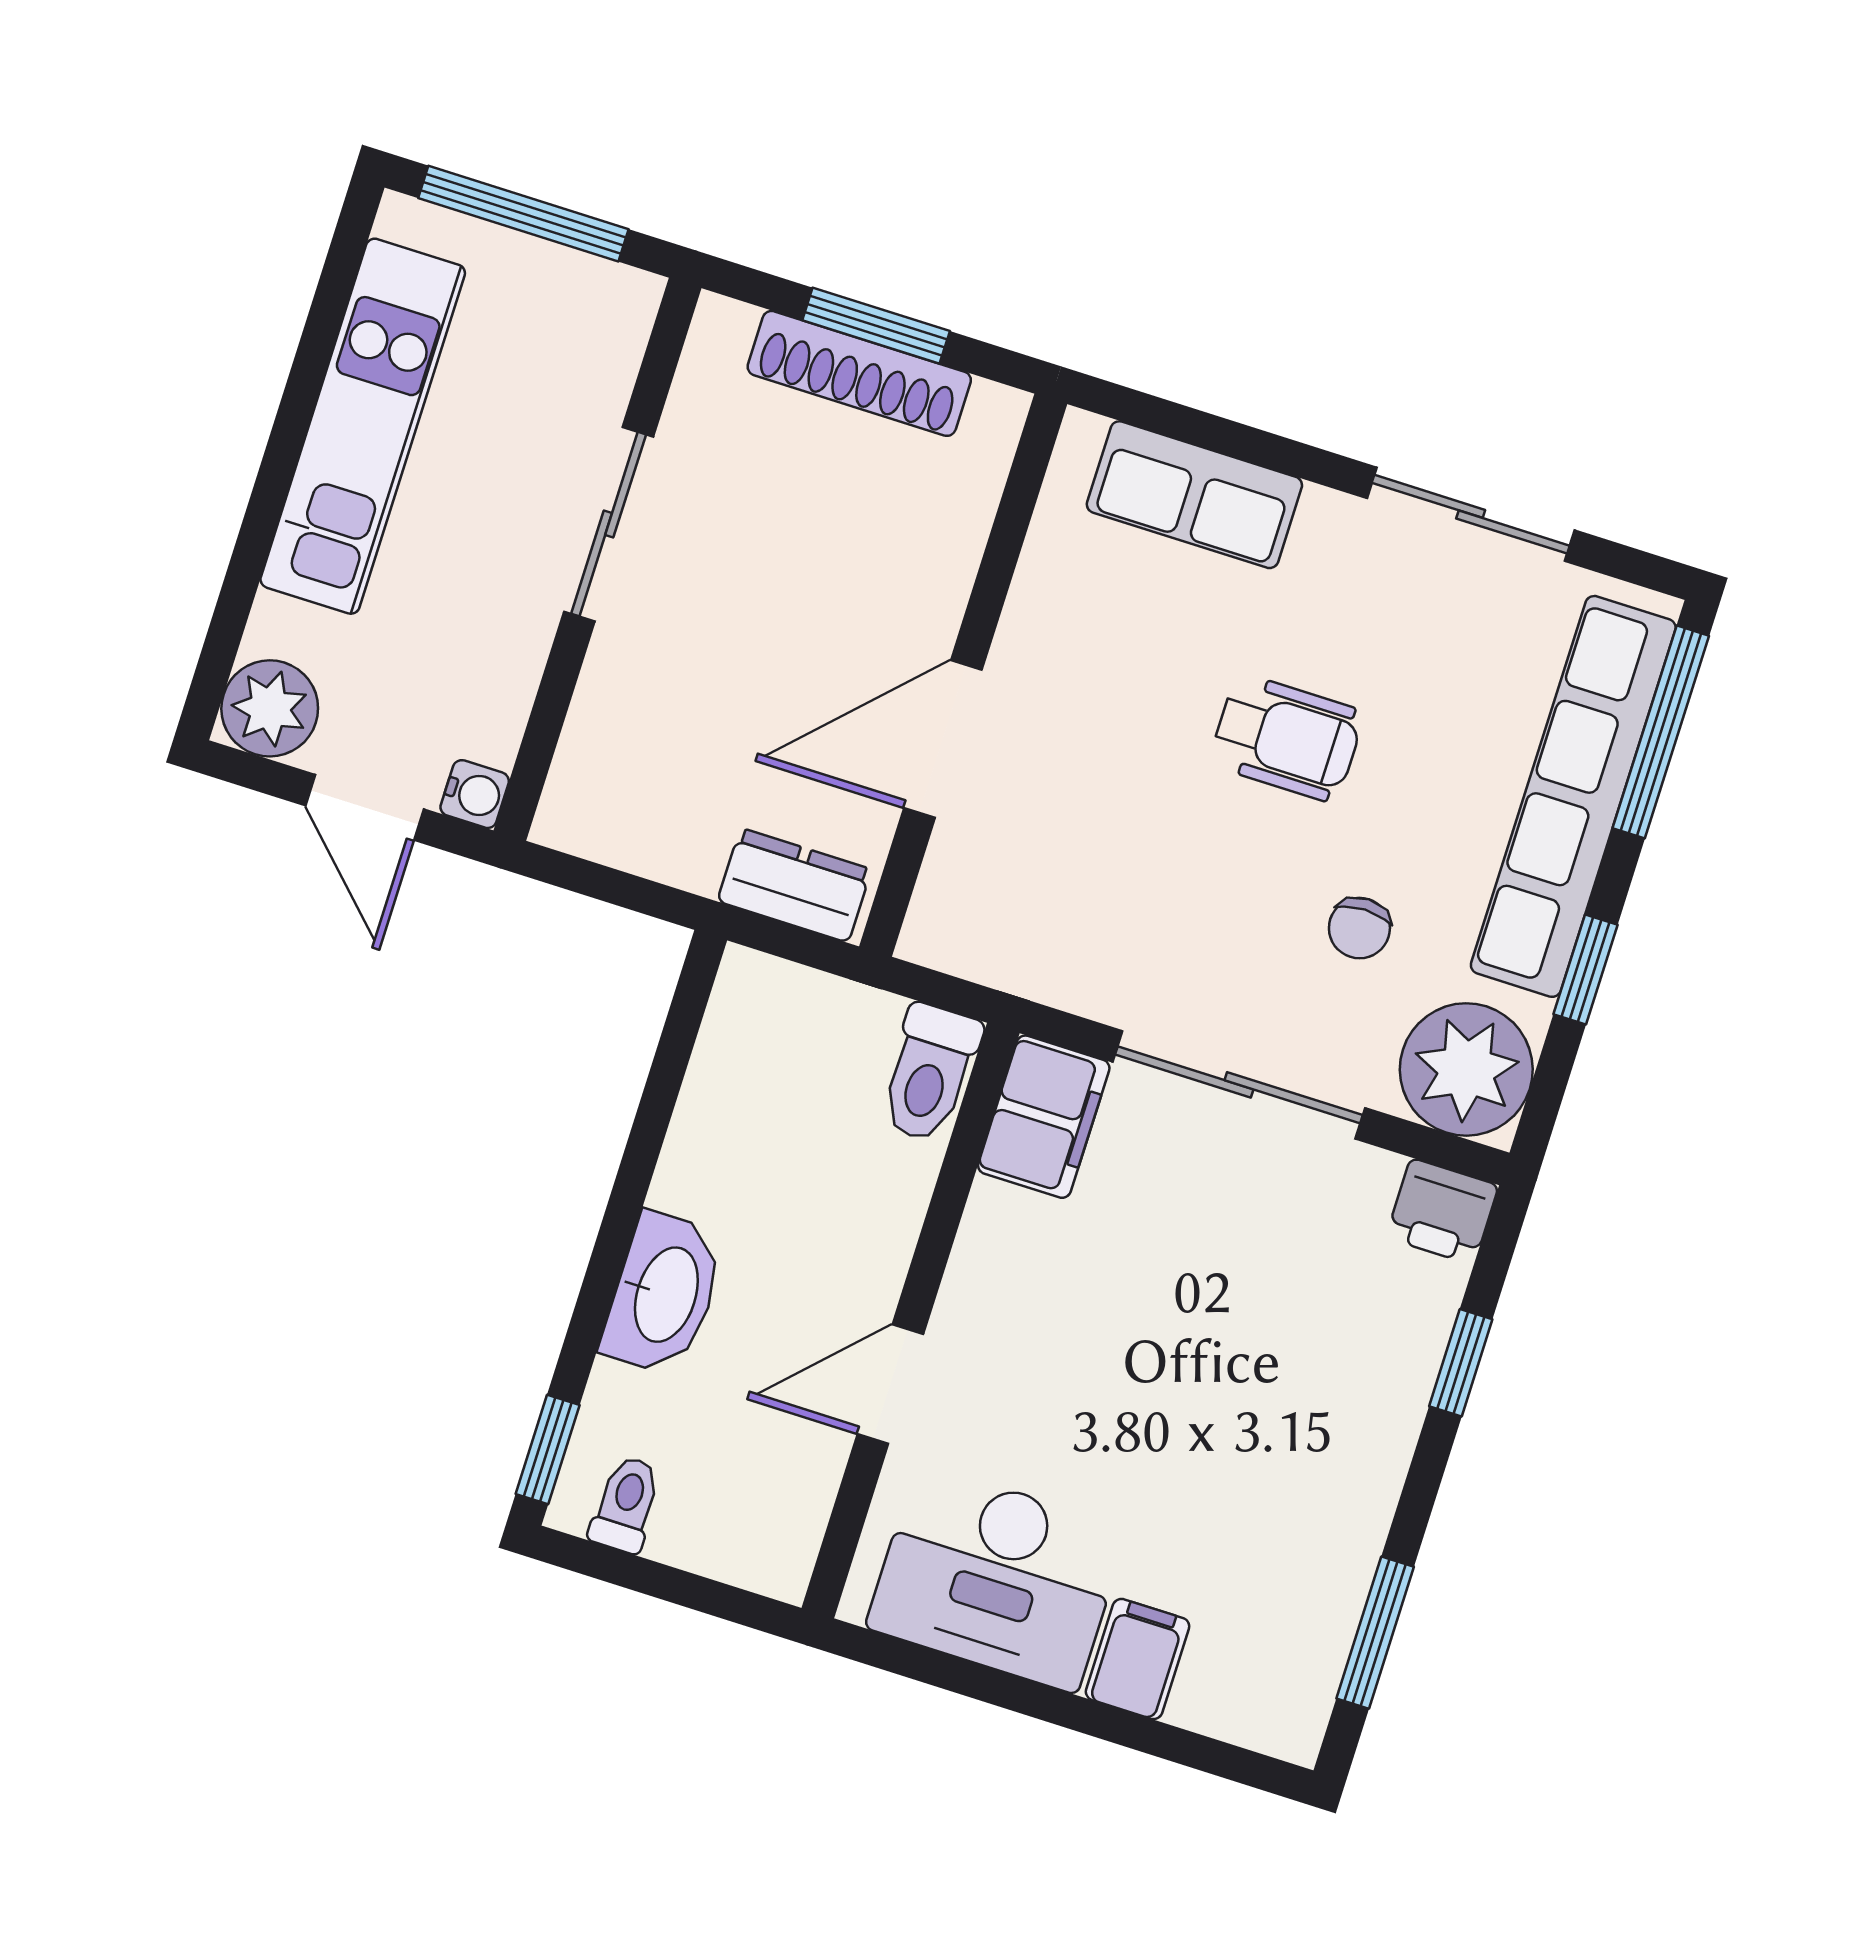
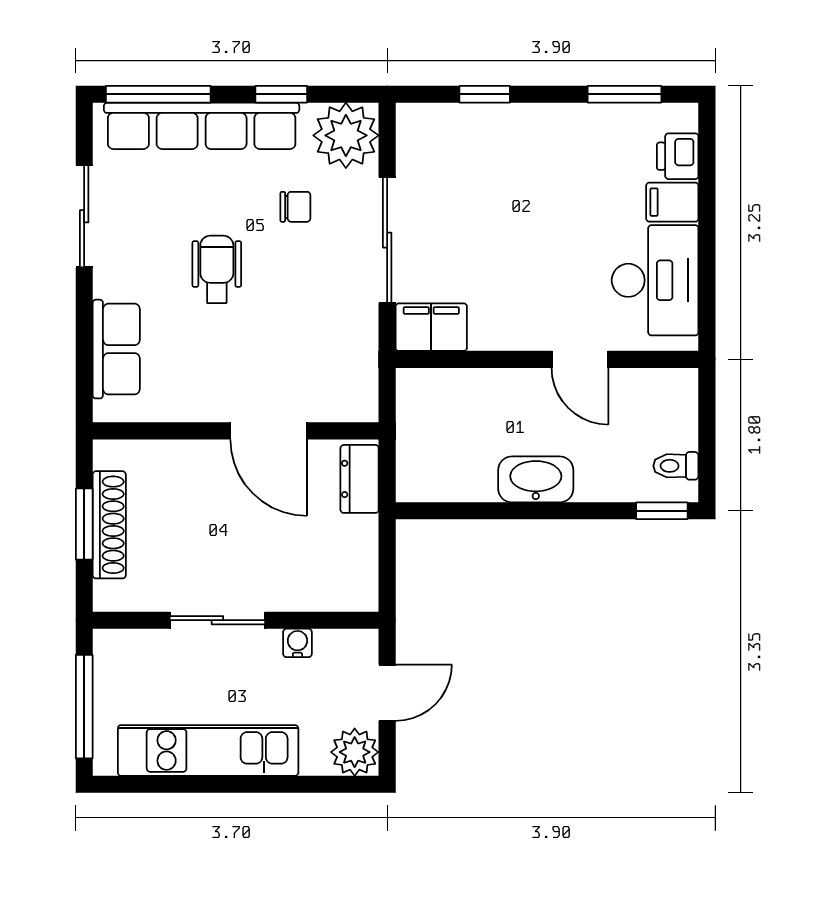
water cooler: (475, 794) -> (297, 643), moved
toilet: (930, 1073) -> (428, 387), removed
printer: (1442, 1211) -> (678, 156), moved, turned 180
washbasin: (664, 1294) -> (536, 479), moved

